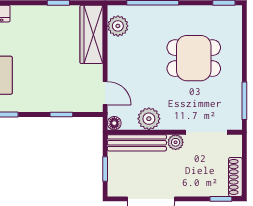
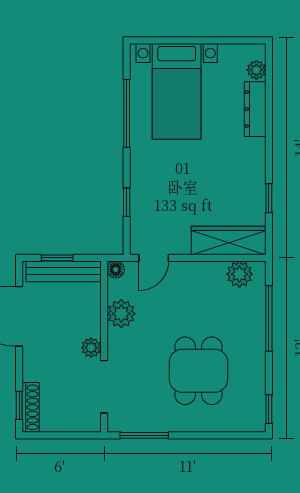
bench: (137, 143) -> (64, 271), moved, turned 90
shoe rack: (235, 177) -> (31, 407), moved, turned 90

